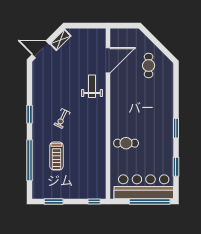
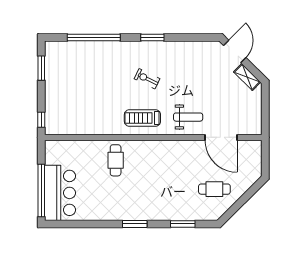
treadmill: (56, 156) -> (142, 118), moved
window: (176, 167) -> (183, 224), moved
bar counter: (144, 187) -> (60, 193), width x0.73

